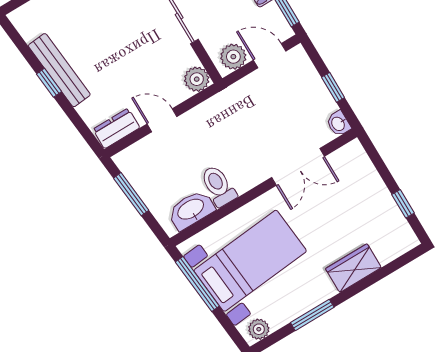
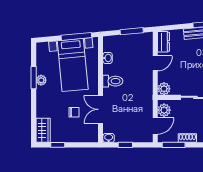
toilet: (218, 186) -> (113, 81), moved
washbasin: (191, 210) -> (108, 58), width x0.52, depth x0.69
chair: (330, 210) -> (74, 112), added
wardrobe: (353, 268) -> (43, 130), moved
plant: (259, 329) -> (41, 80), moved

